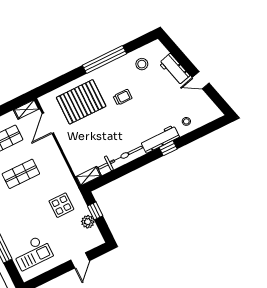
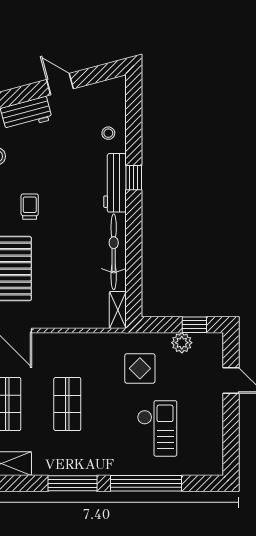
door: (201, 80) -> (60, 84), swing flipped
window: (95, 211) -> (194, 325), moved
checkout: (32, 253) -> (157, 428), moved

